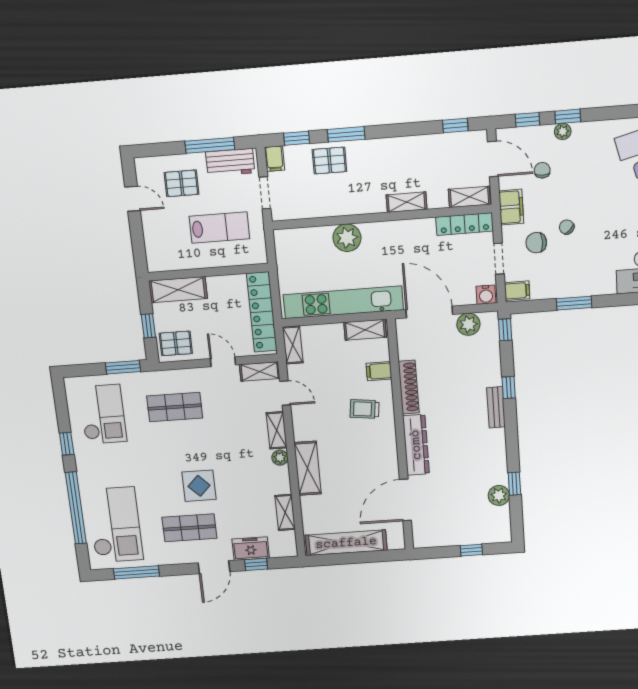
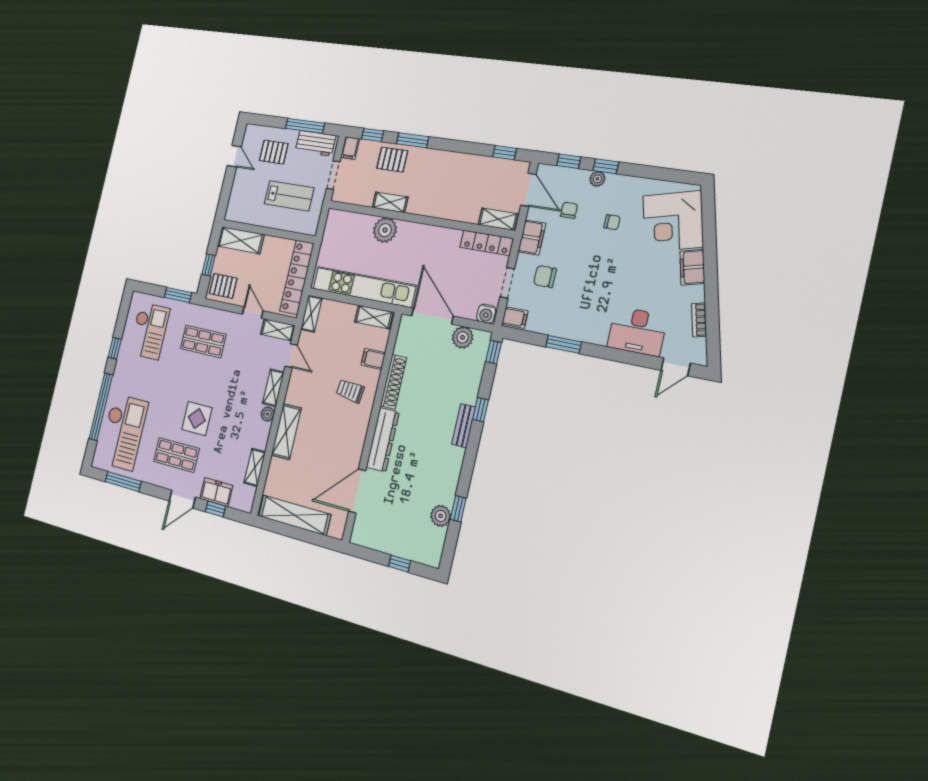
shelving: (407, 202) -> (390, 202), moved
chair: (567, 227) -> (612, 222), moved, turned 136

